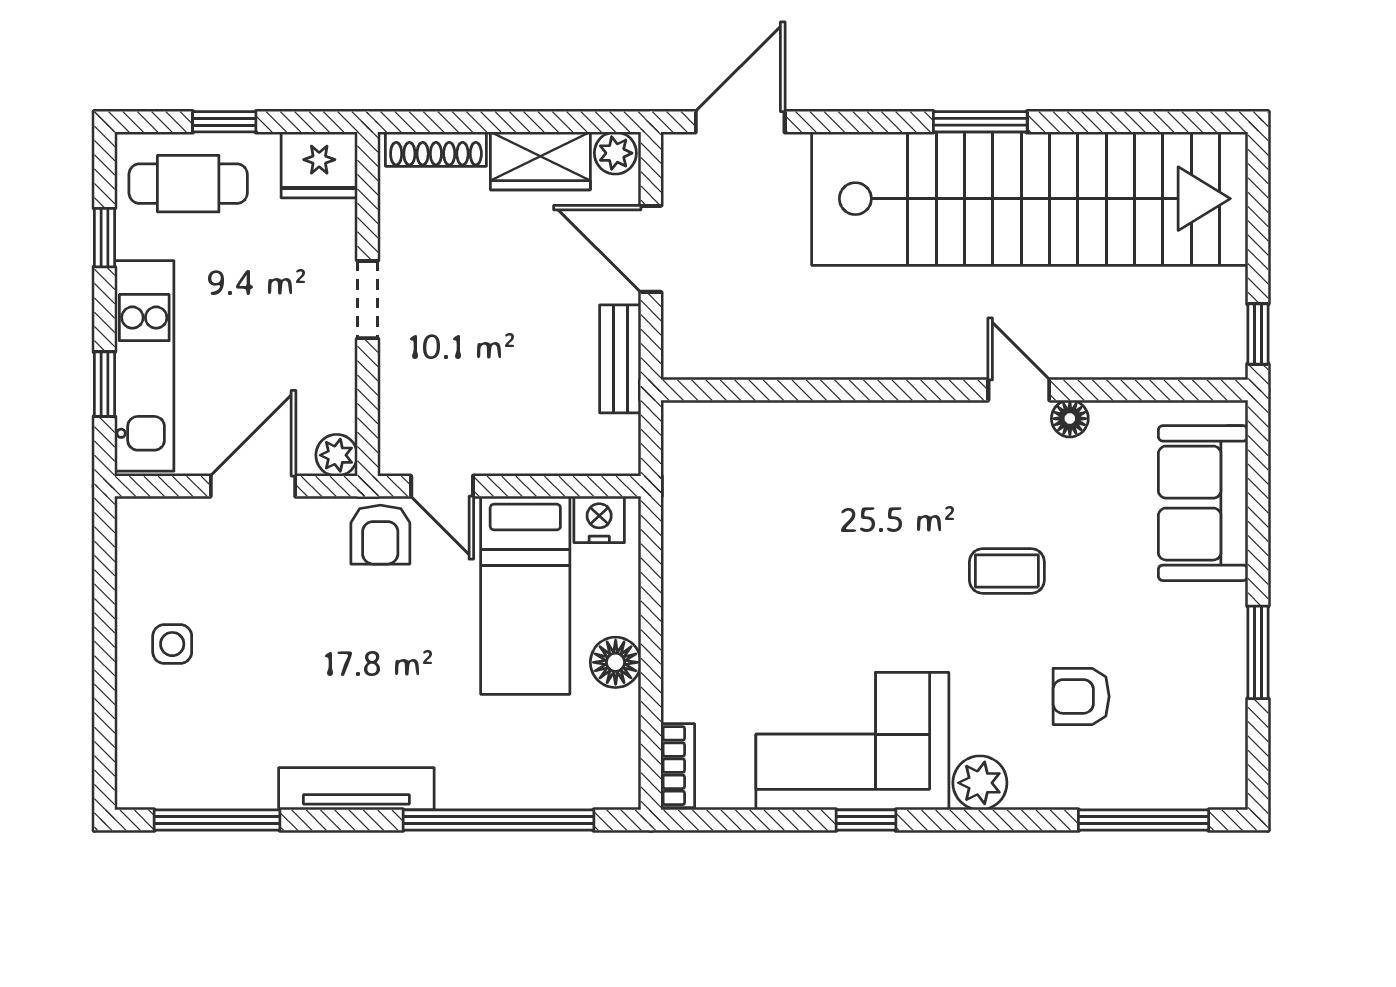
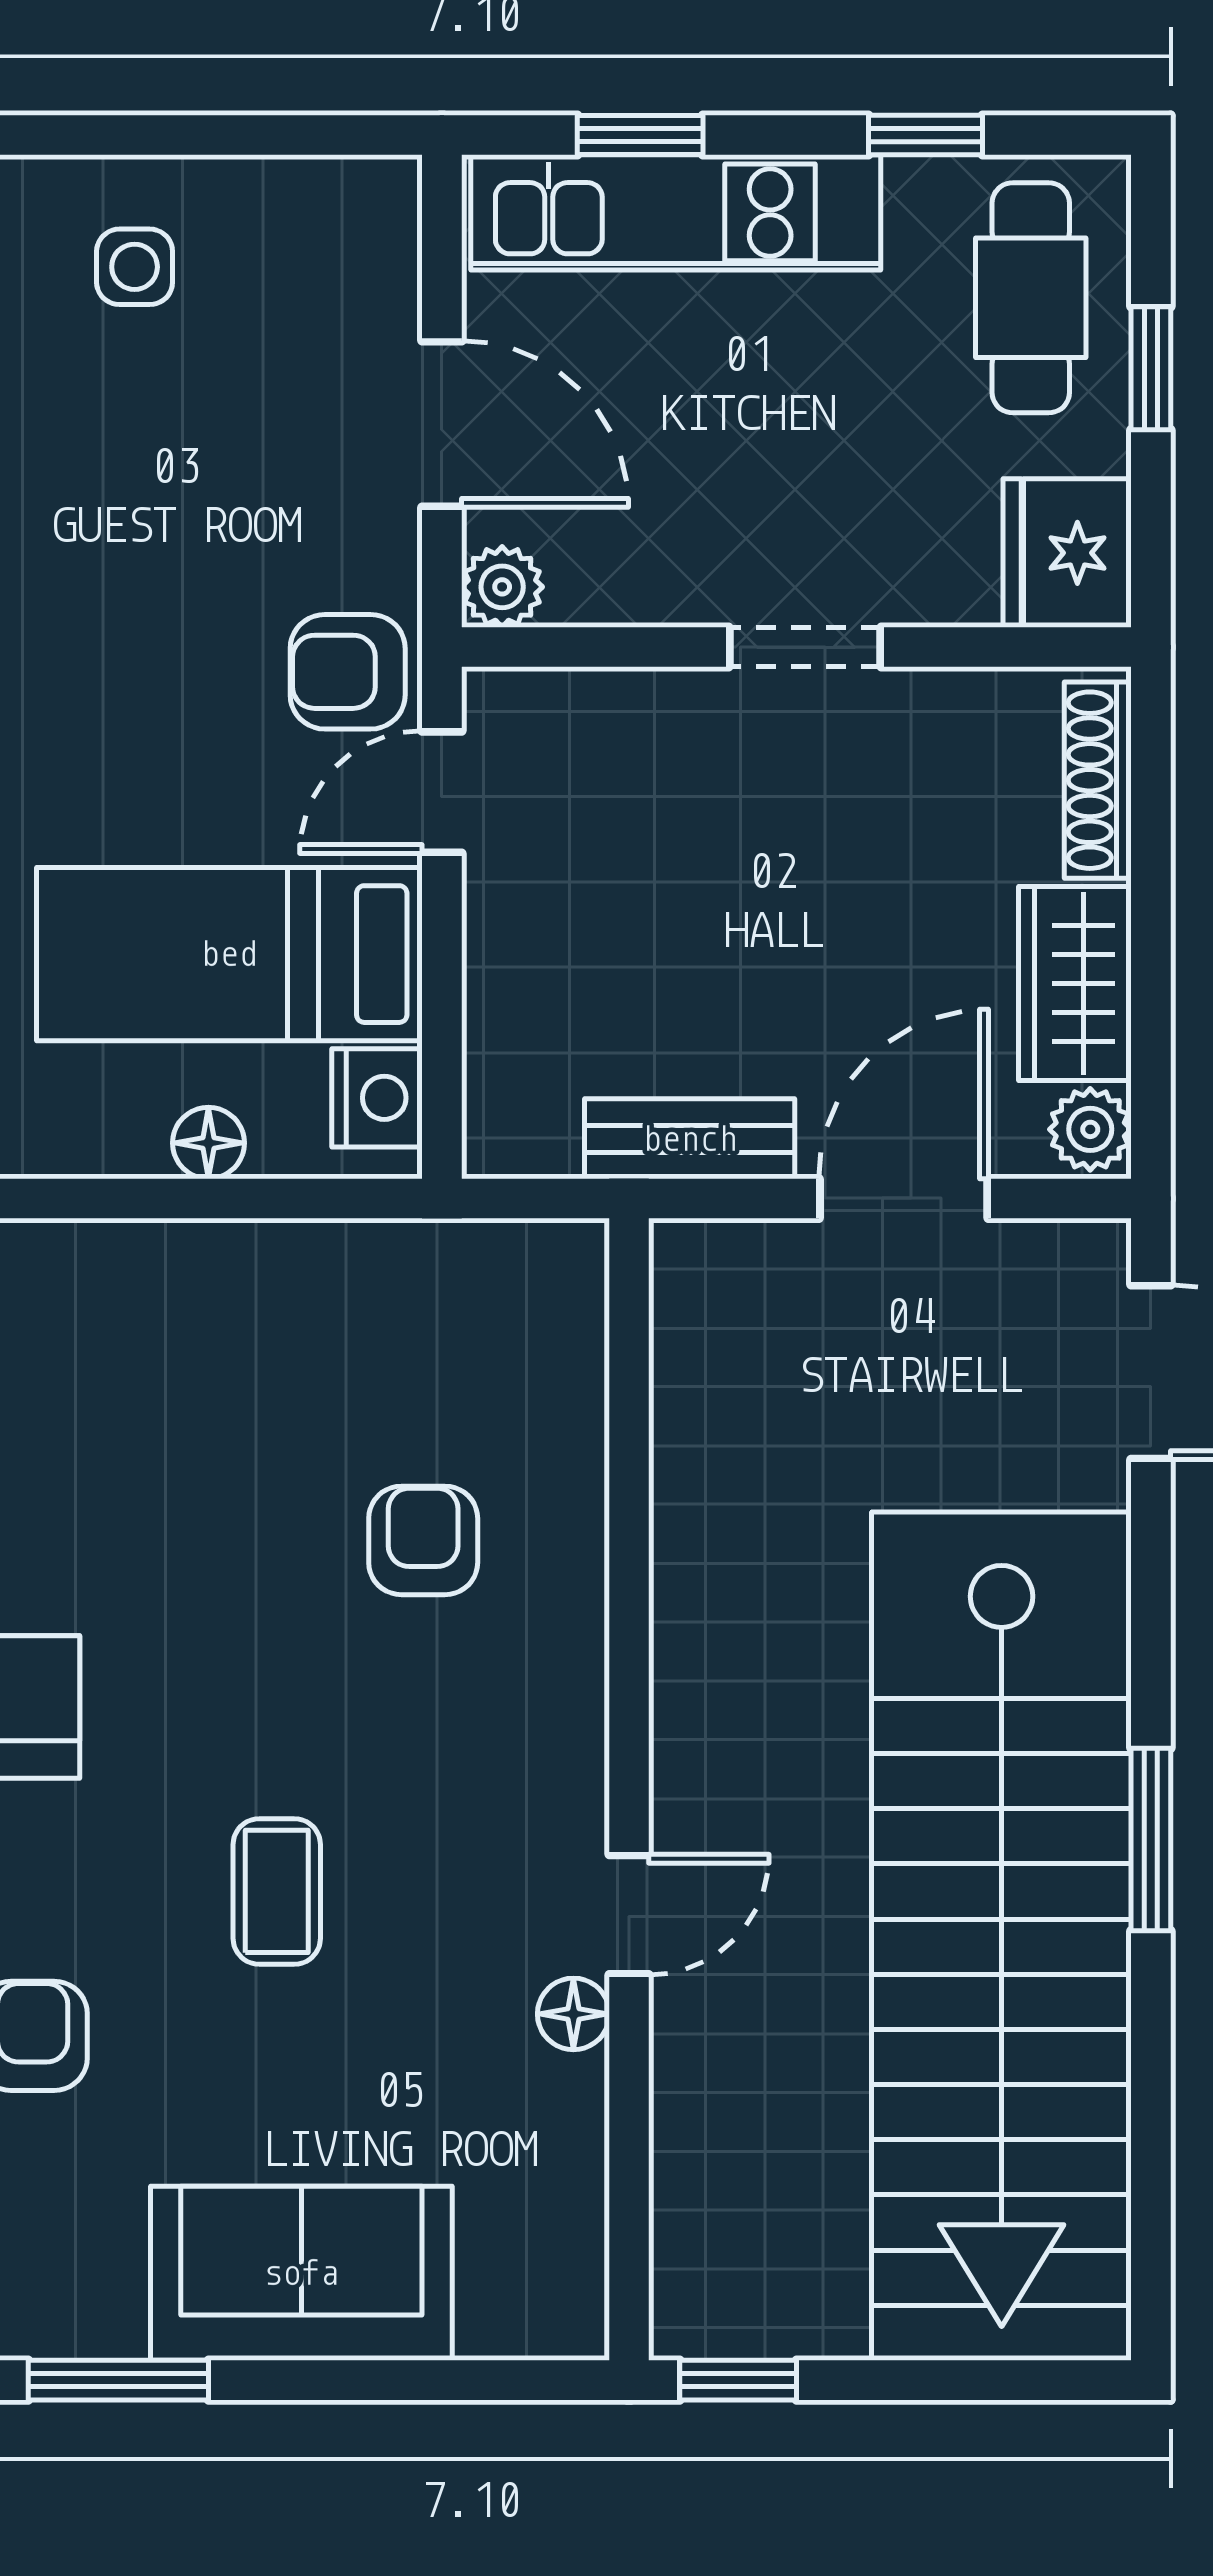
armchair: (827, 496) -> (423, 1540), added
sofa: (1203, 503) -> (301, 2273), moved
floor lamp: (616, 662) -> (208, 1143), moved, width x0.73, depth x0.73

